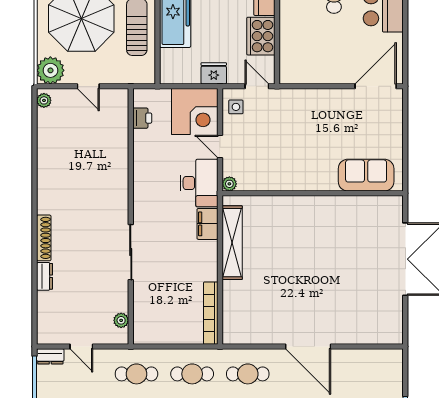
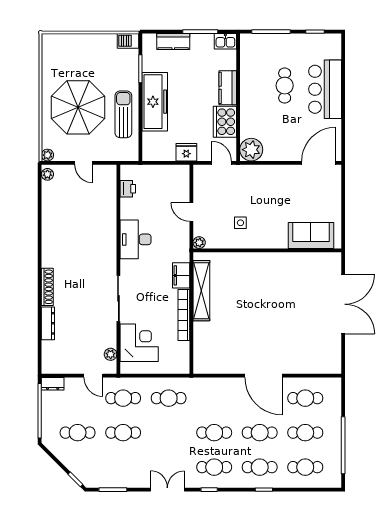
plant: (50, 70) -> (47, 155), width x0.53, depth x0.53
plant: (293, 70) -> (251, 150), added
side table: (236, 107) -> (240, 223), moved
corner desk: (195, 112) -> (139, 343), moved, turned -90
desk: (199, 183) -> (136, 239), moved, turned 180
dresser: (45, 276) -> (48, 323), width x1.44
bookcase: (211, 313) -> (184, 315), moved
door: (81, 347) -> (93, 376), moved
cafe table: (248, 374) -> (305, 398), moved

